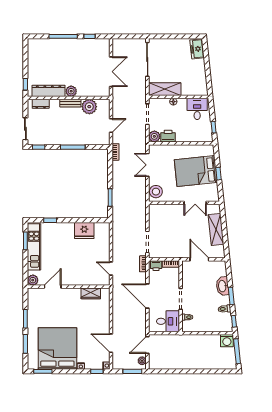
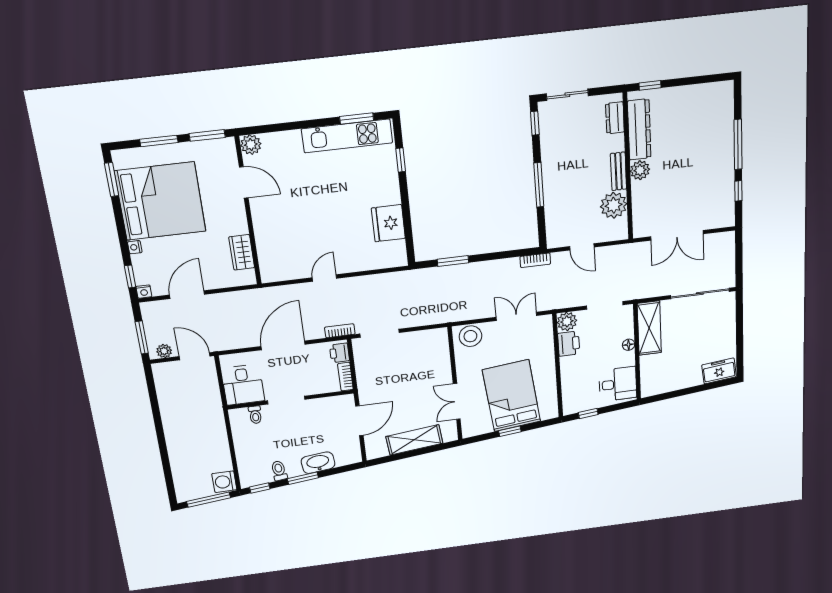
plant: (33, 280) -> (251, 145), moved
door: (53, 287) -> (244, 182), moved
wall: (69, 287) -> (248, 211), moved
wardrobe: (91, 293) -> (242, 252), moved

